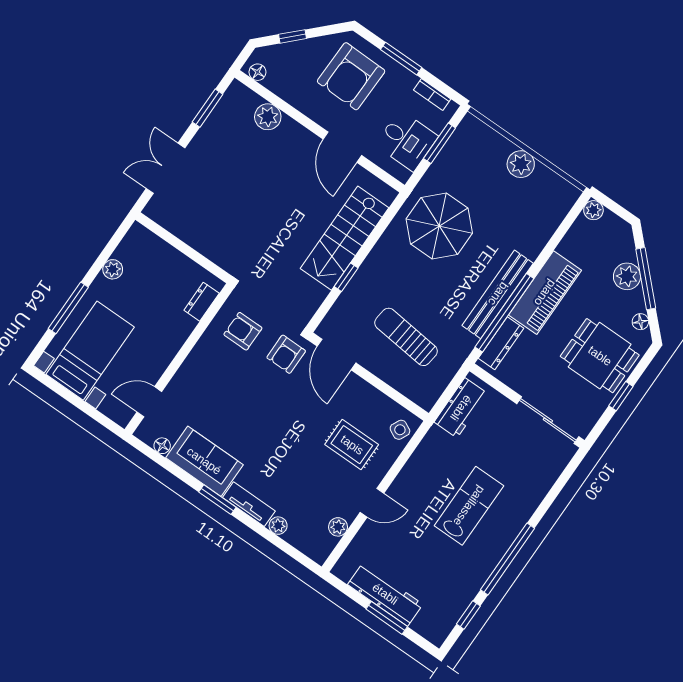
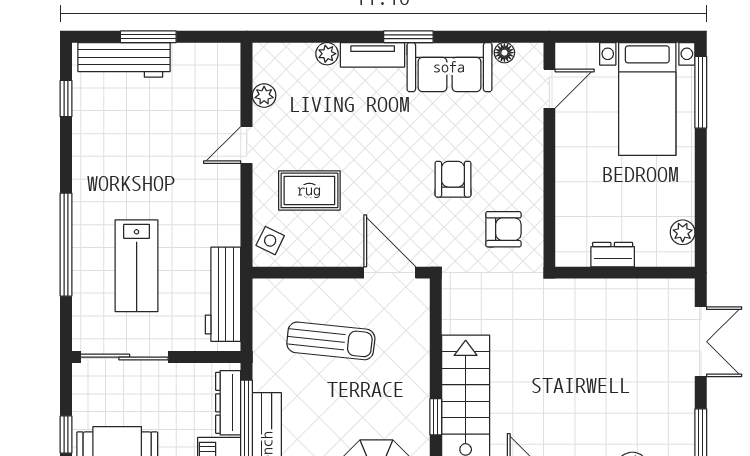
plant: (113, 269) -> (683, 232), moved
window: (346, 277) -> (436, 417), moved
dresser: (202, 302) -> (613, 255), moved, turned -90
window: (68, 308) -> (701, 92), moved
armchair: (286, 354) -> (453, 179), moved
workbench: (461, 408) -> (223, 294), width x1.38
lab bench: (469, 506) -> (137, 266), moved
window: (507, 559) -> (66, 245), moved
workbench: (385, 594) -> (124, 60), moved

